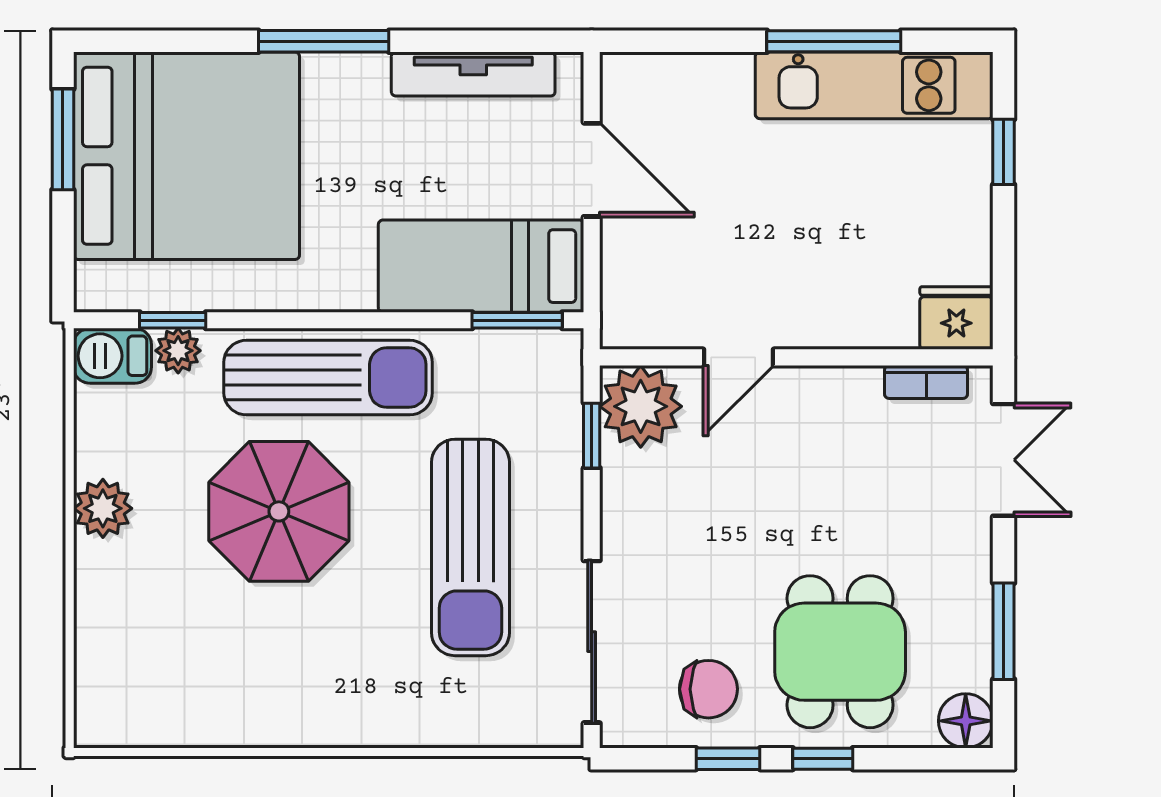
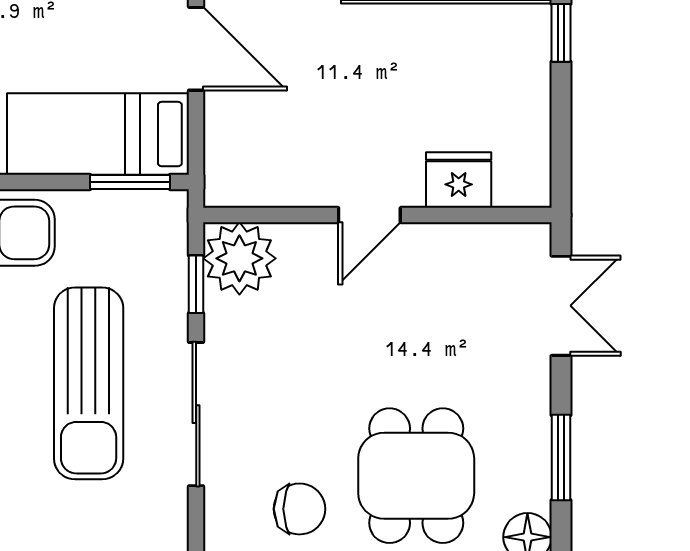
fridge: (956, 318) -> (459, 180), moved
door: (739, 357) -> (369, 215), moved
bookcase: (926, 382) -> (492, 237), removed
sliding door: (592, 642) -> (196, 414), moved

